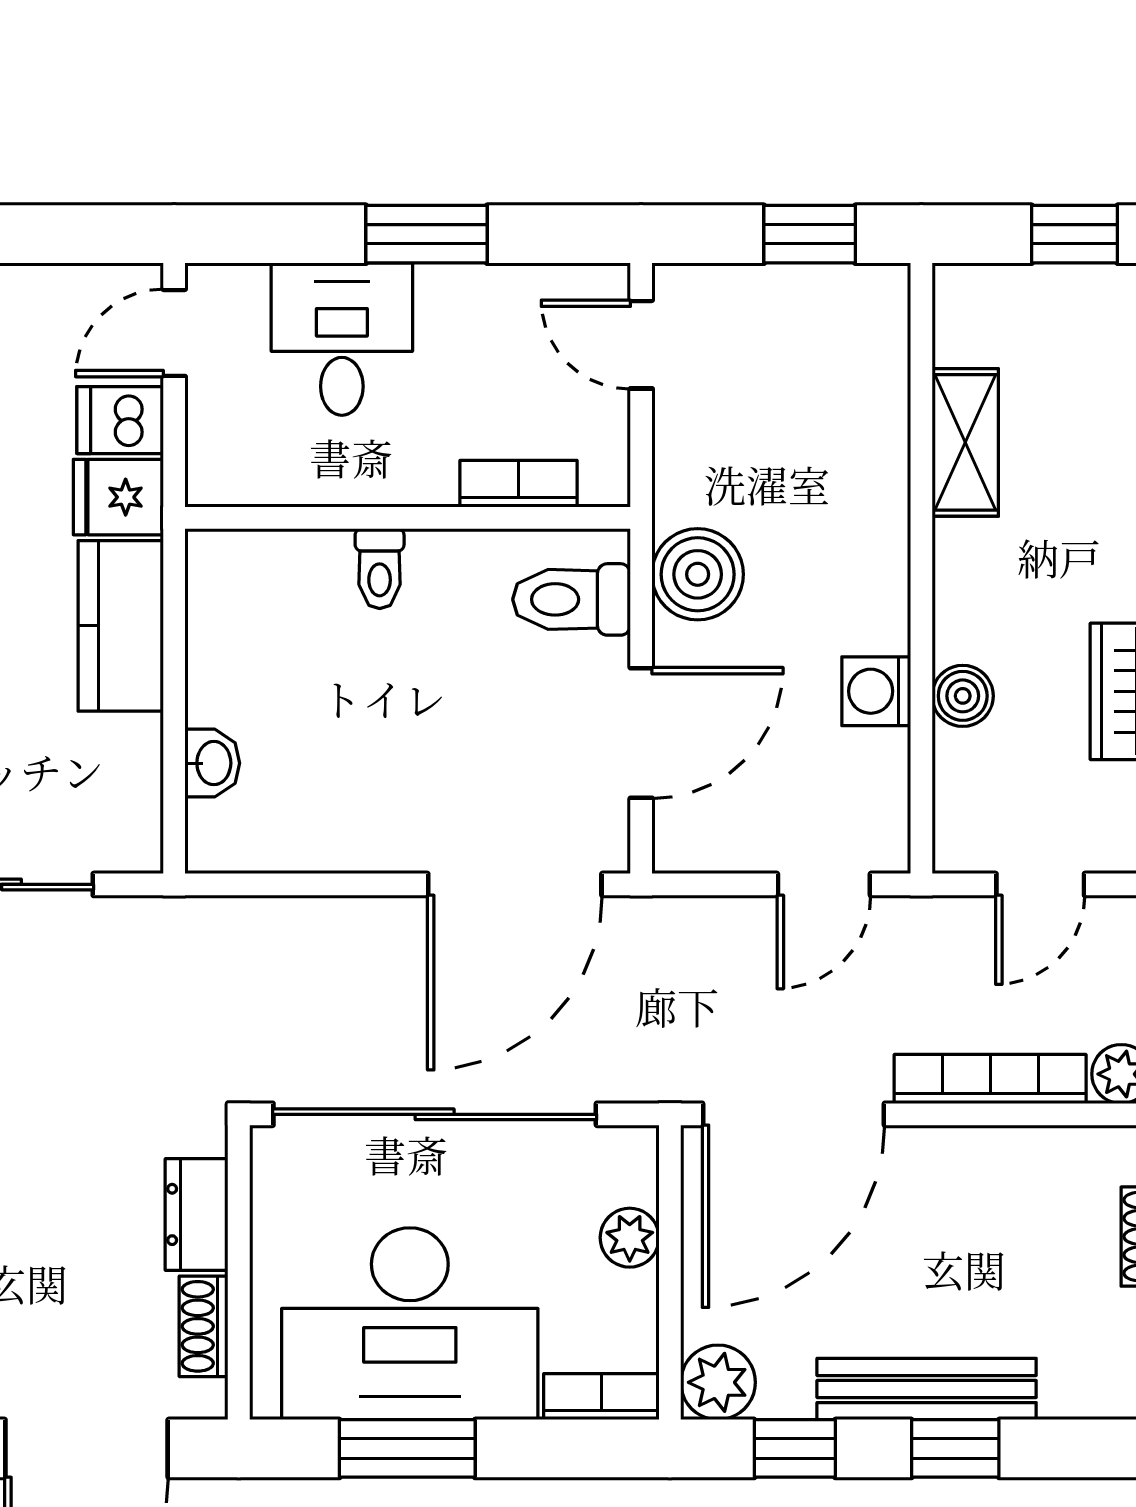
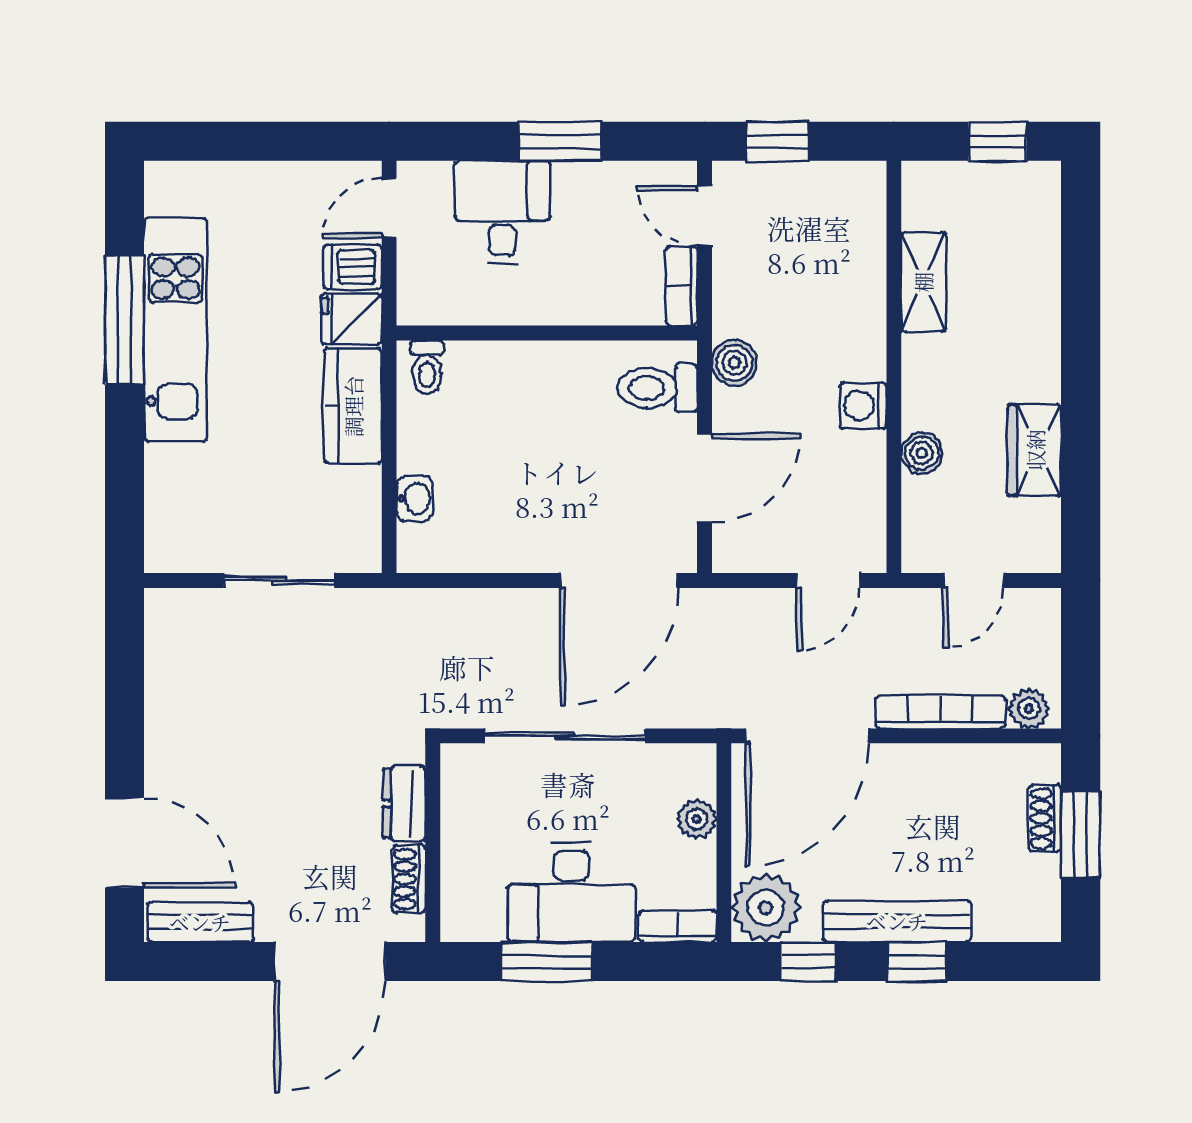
window: (810, 234) -> (778, 141), moved
bookcase: (519, 484) -> (681, 286), moved, turned -90
toilet: (380, 569) -> (427, 367), moved
boiler: (698, 574) -> (734, 363), width x0.73, depth x0.73
washing machine: (876, 691) -> (863, 406), moved
sliding door: (435, 1114) -> (565, 736), width x0.73
desk: (410, 1324) -> (571, 892), width x0.73, depth x0.77
plant: (718, 1382) -> (766, 908), width x1.36, depth x1.36

